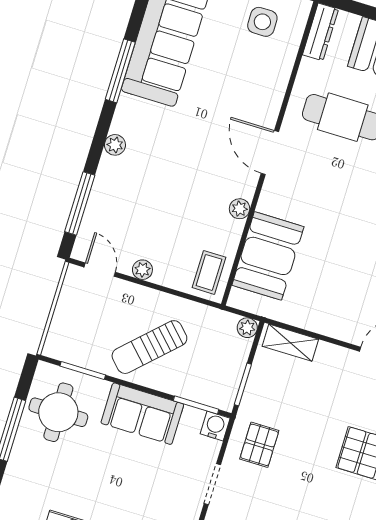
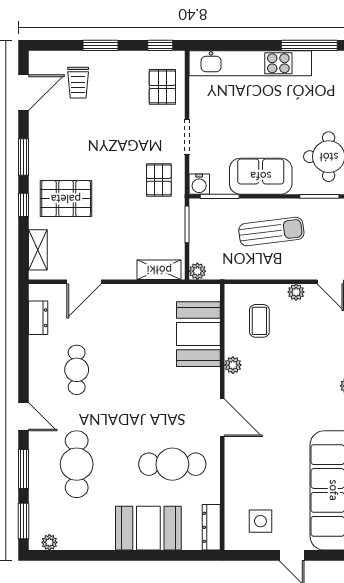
coffee table: (209, 272) -> (259, 321), moved
sun lounger: (149, 347) -> (271, 232), turned 37

